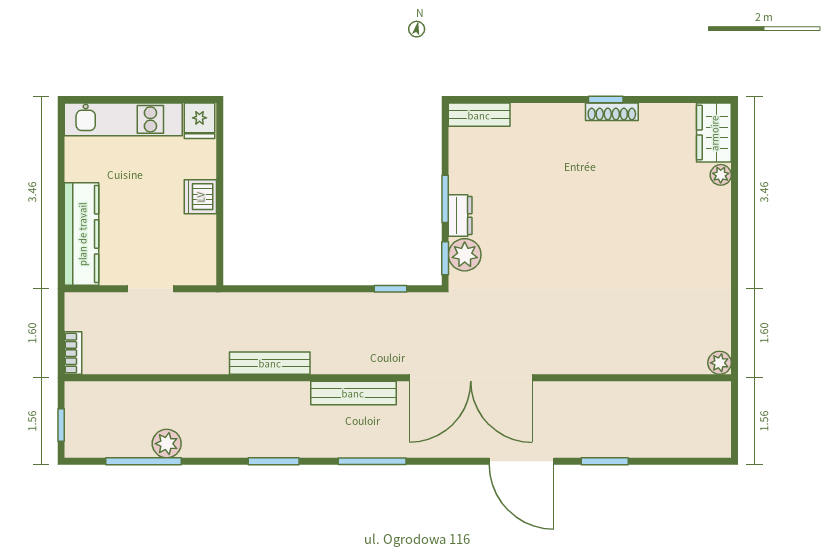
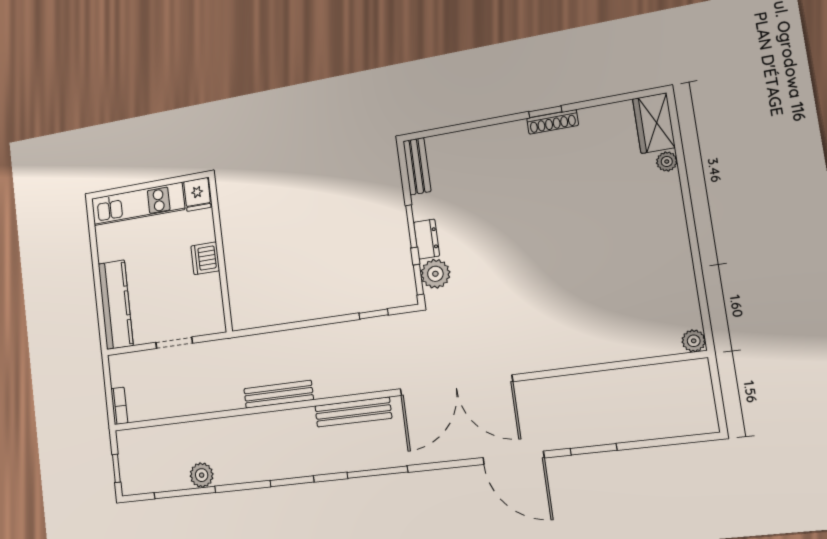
bench: (479, 115) -> (417, 166), moved, turned 90

